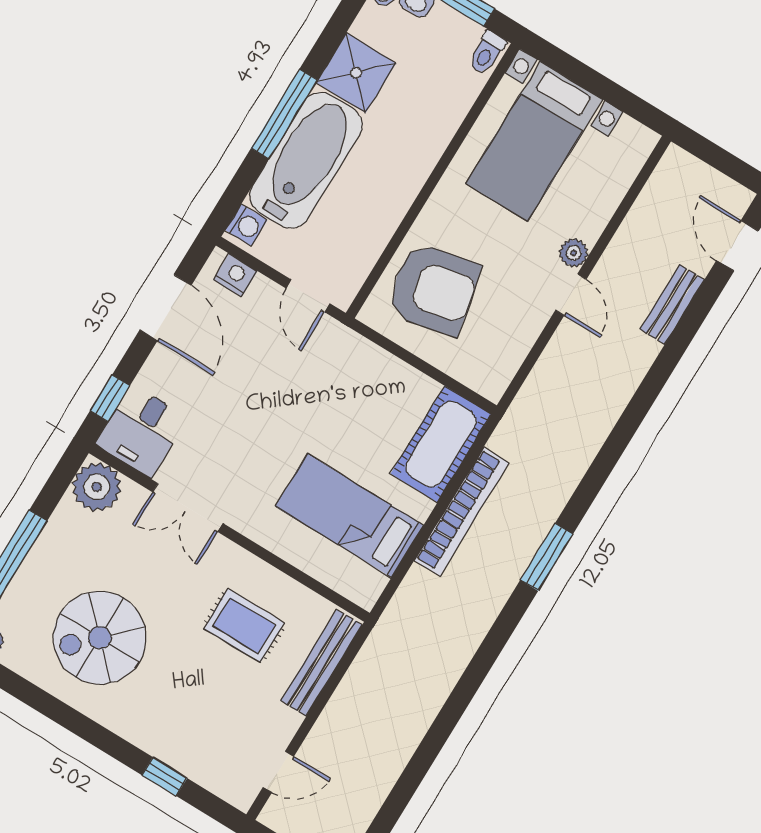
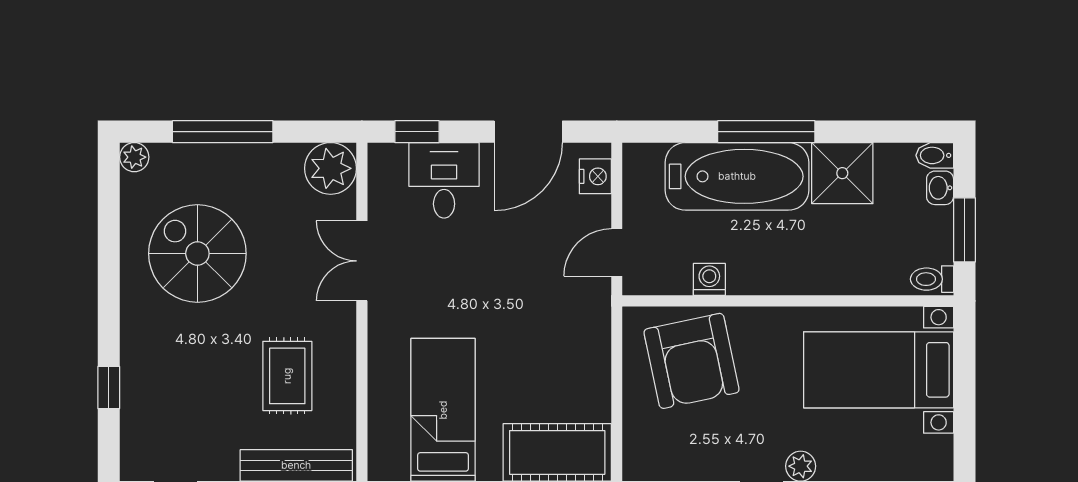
washing machine: (246, 225) -> (709, 279), moved, turned 180
desk: (142, 431) -> (444, 180), moved, turned 90

